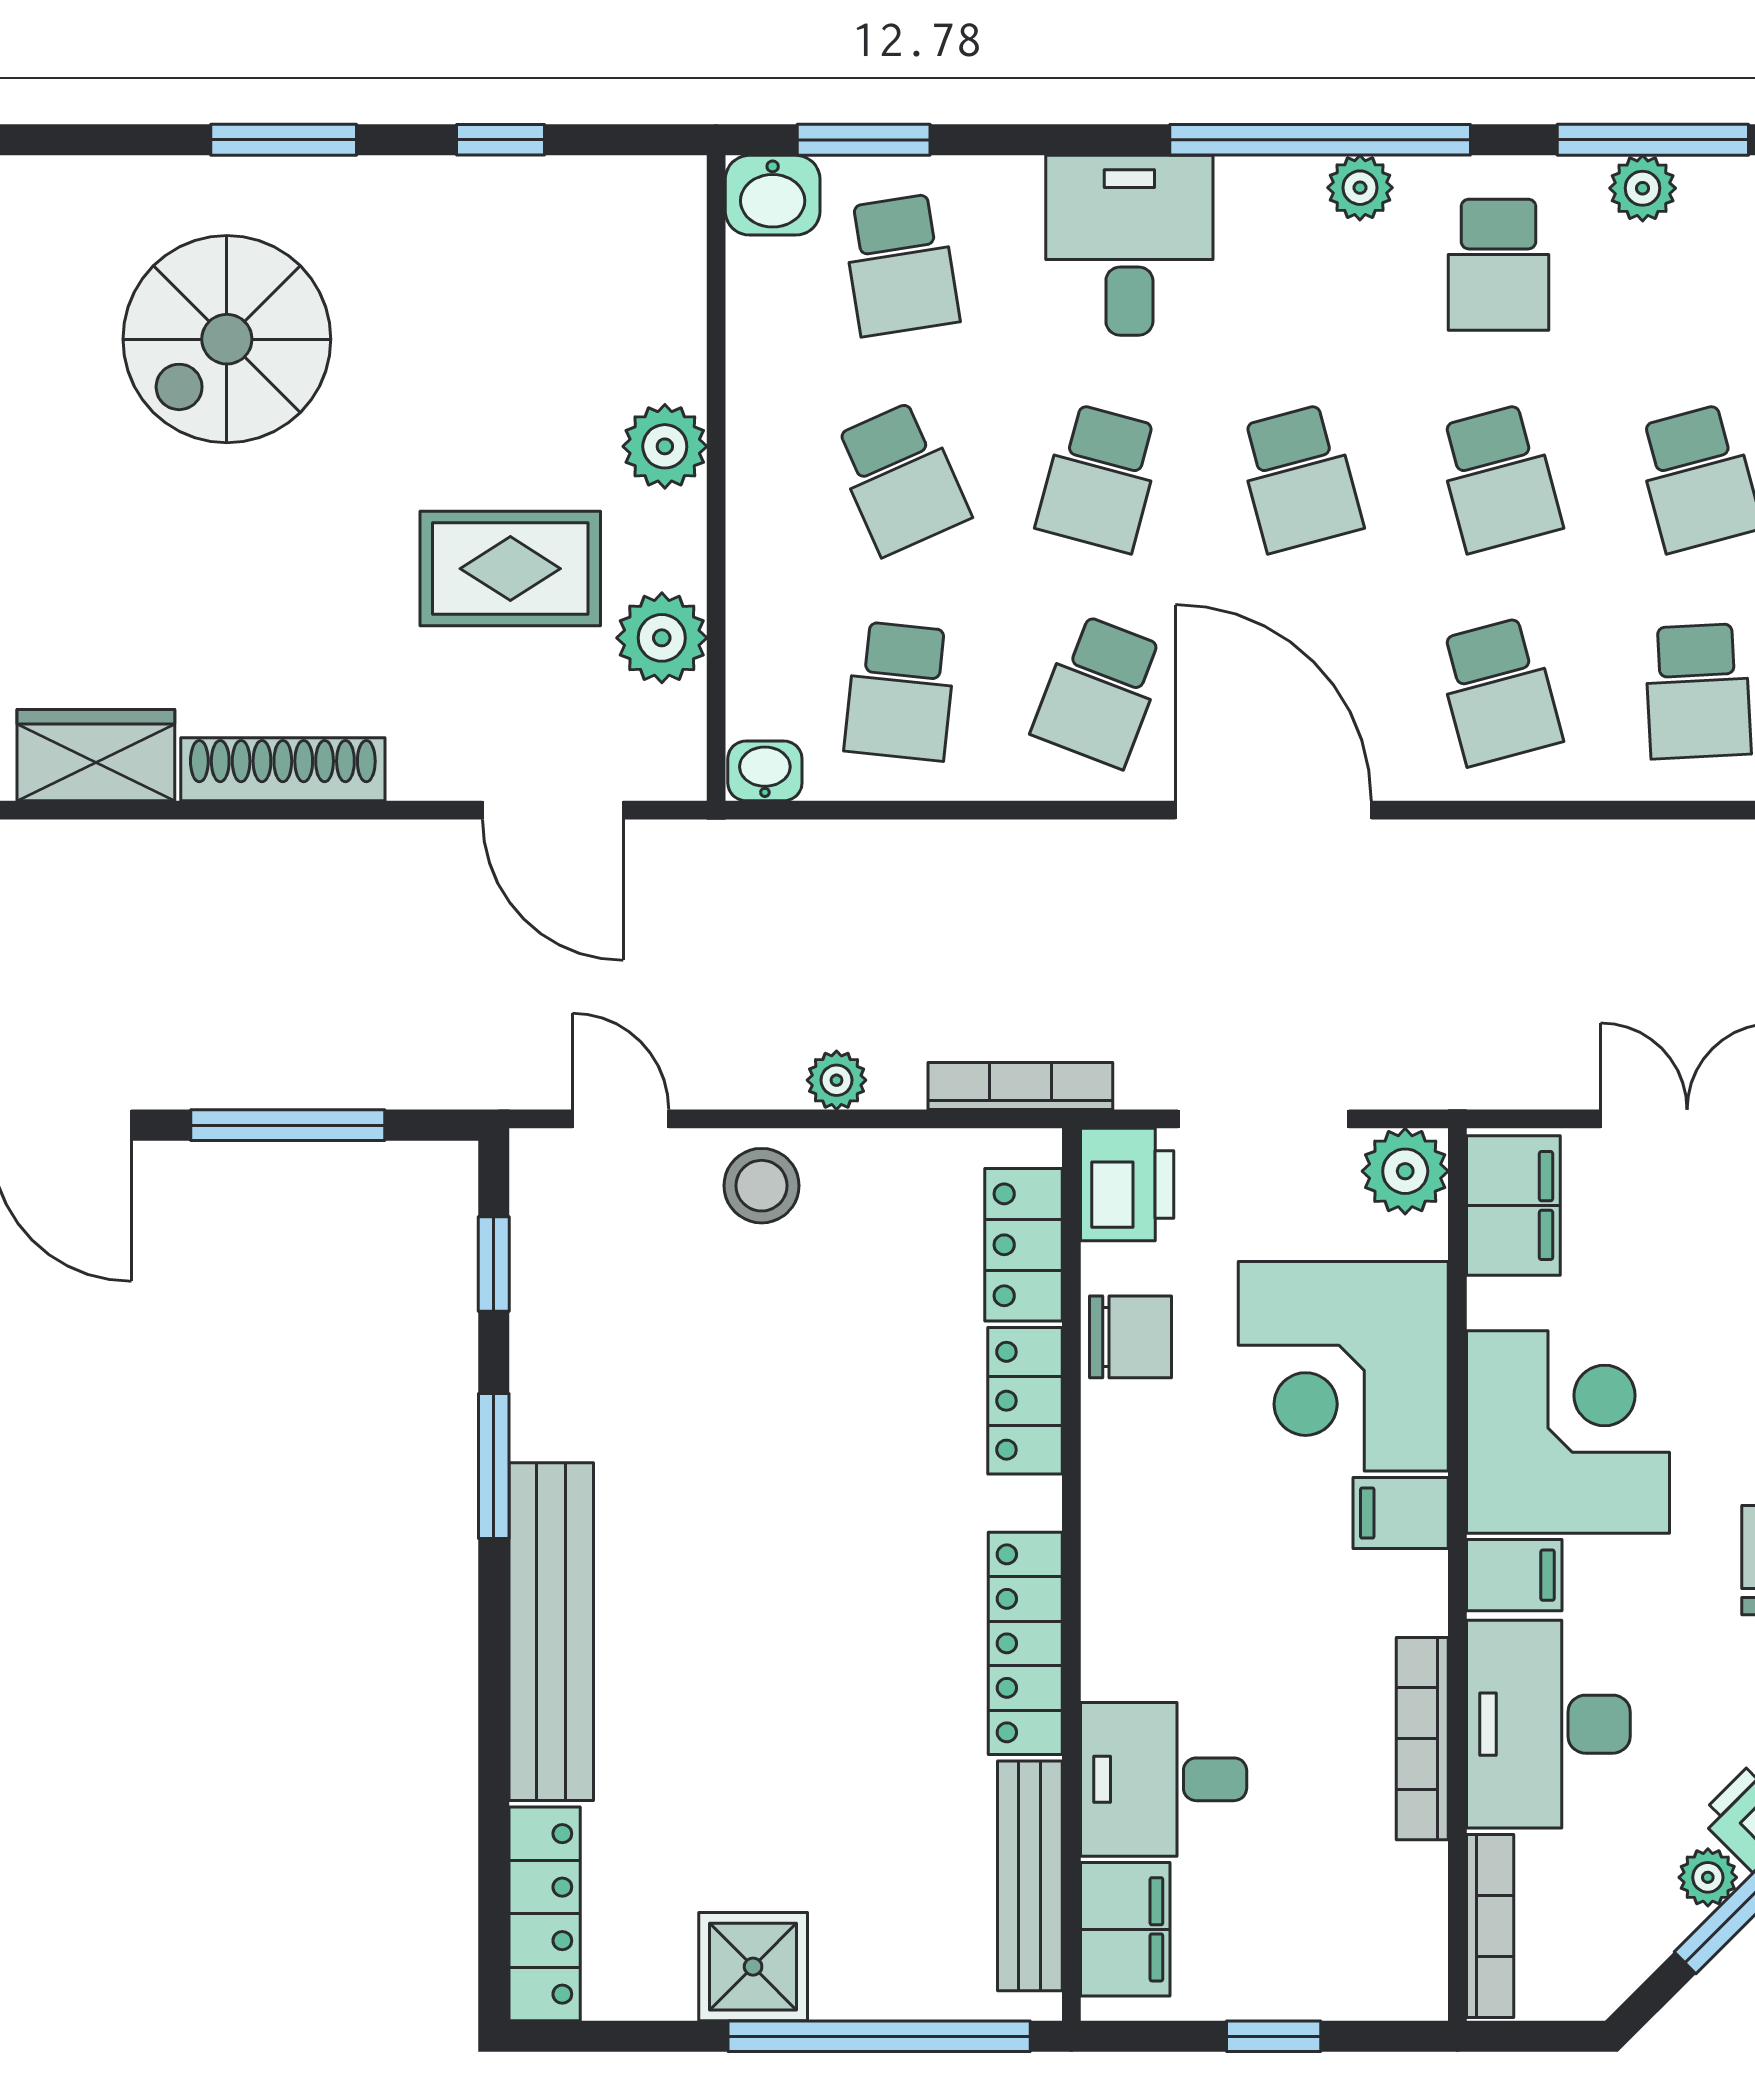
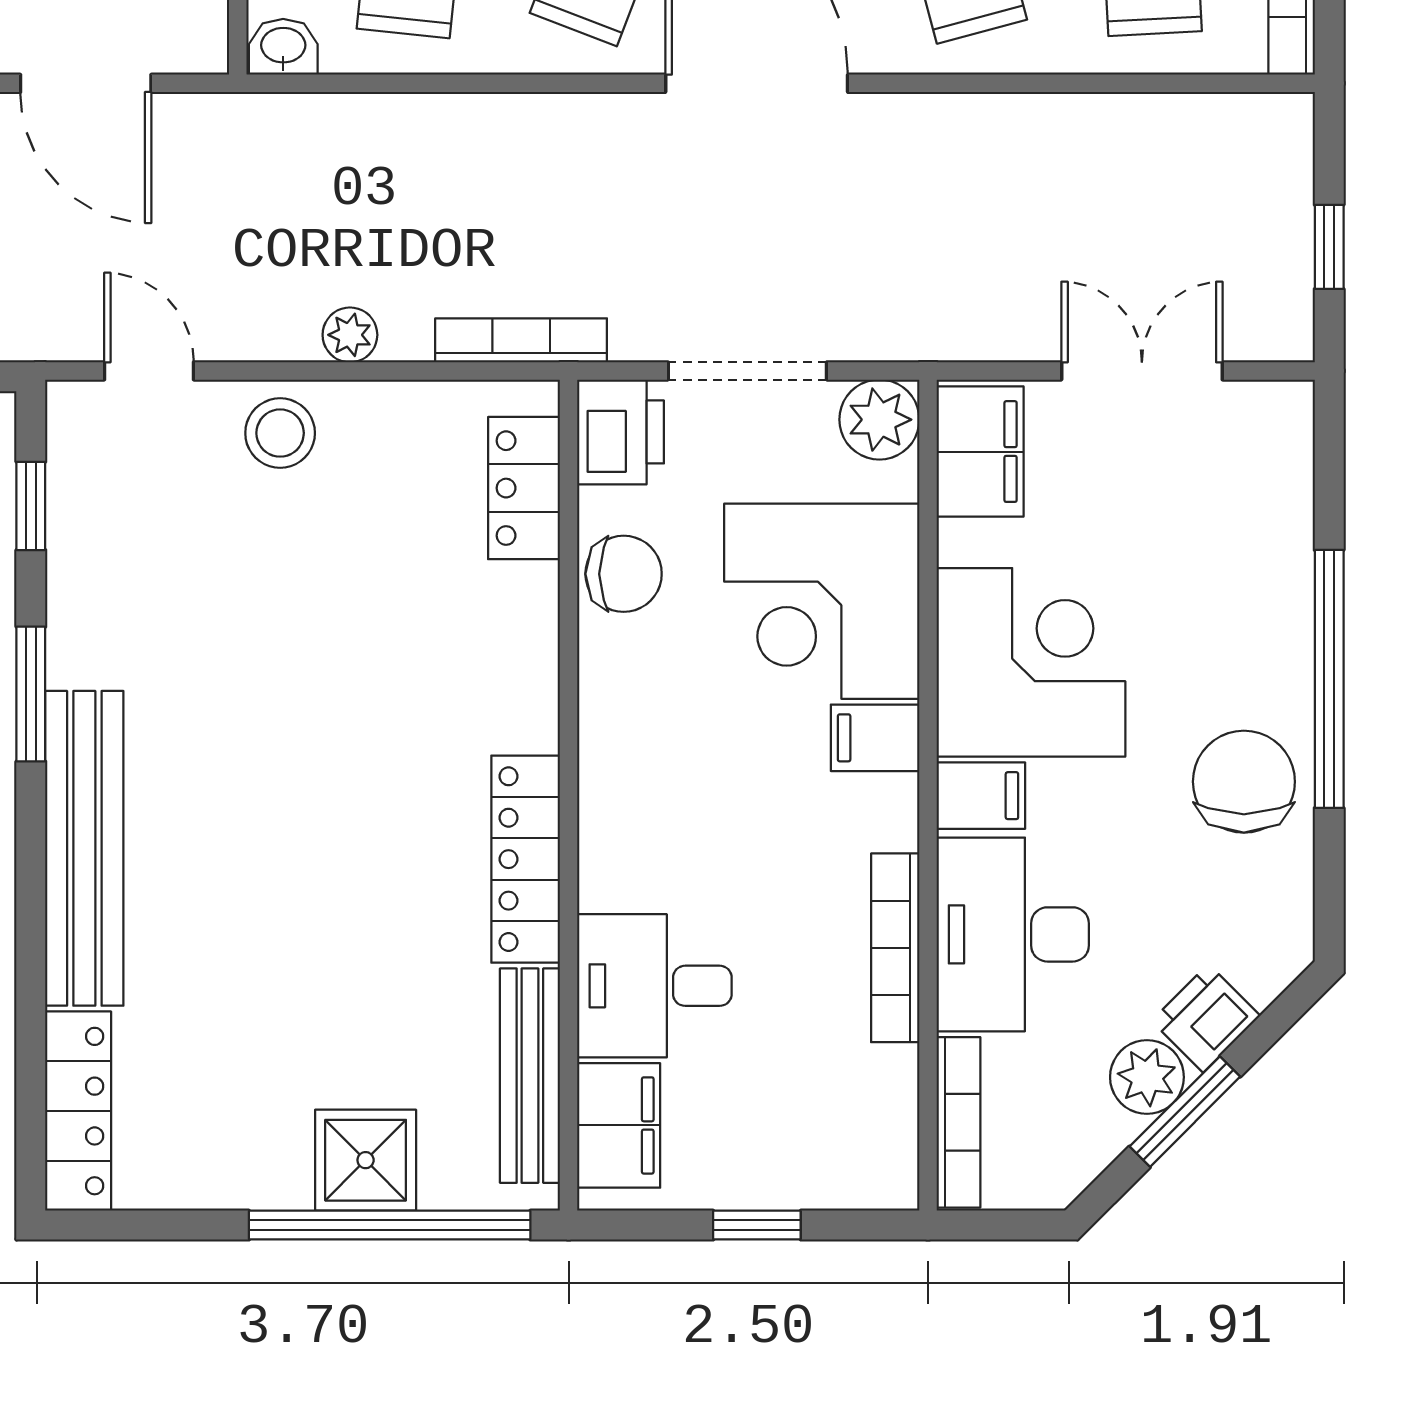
locker: (1025, 1401) -> (525, 633), removed
plant: (1708, 1877) -> (1147, 1077), width x1.38, depth x1.38
shower: (753, 1967) -> (366, 1160), moved

